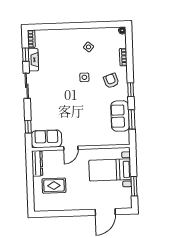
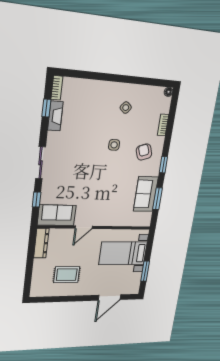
sliding door: (27, 86) -> (41, 163), moved
rug: (54, 186) -> (67, 275), moved

